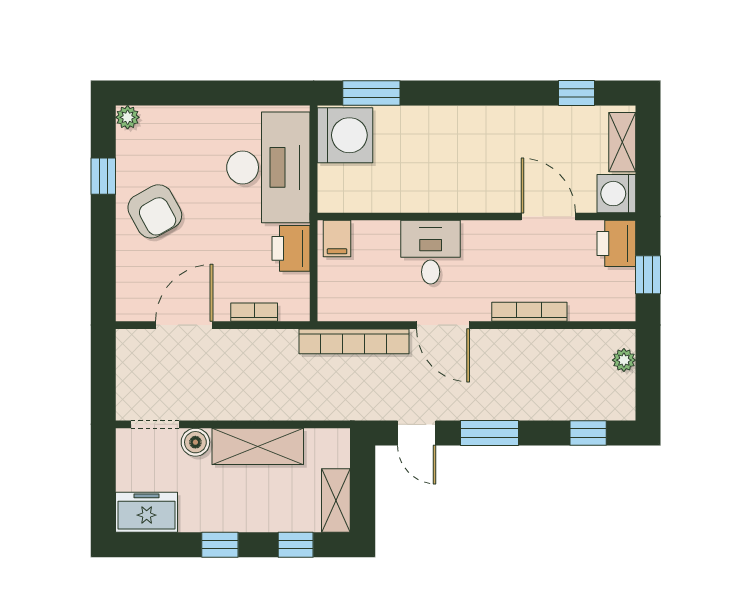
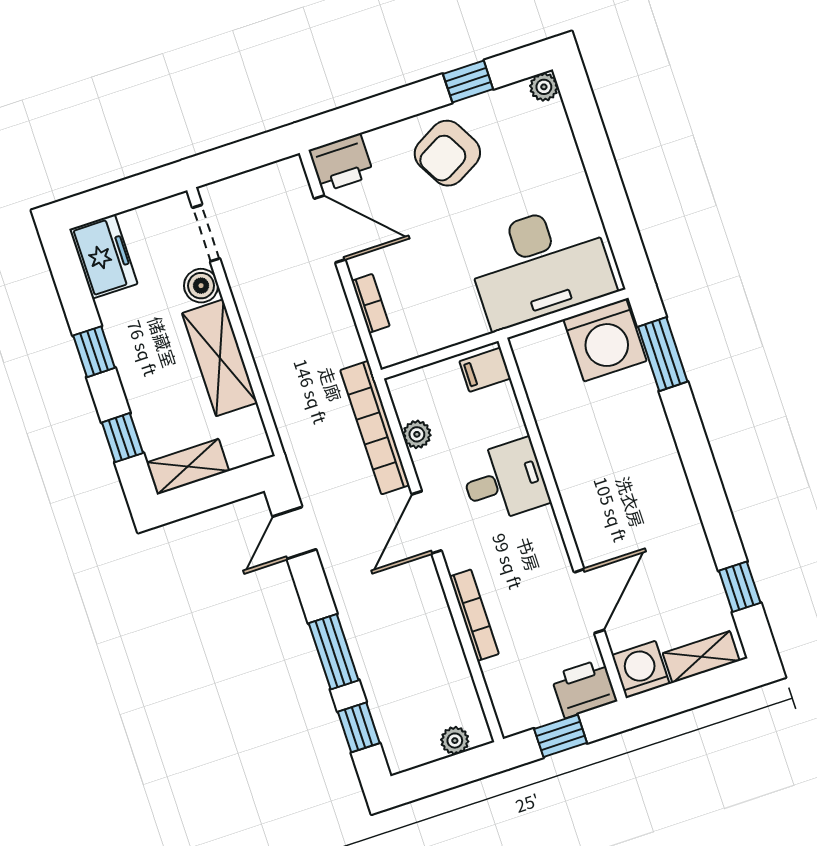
printer: (291, 248) -> (341, 163), moved, turned 180
plant: (370, 310) -> (417, 434), added
window: (489, 433) -> (334, 652), moved

